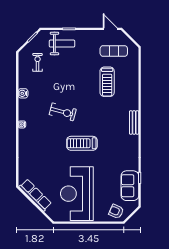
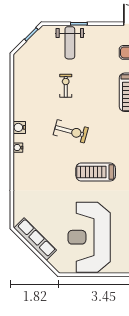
weight bench: (62, 44) -> (70, 43), turned 90
exercise bike: (38, 62) -> (66, 86), moved
water cooler: (23, 93) -> (19, 127), moved

